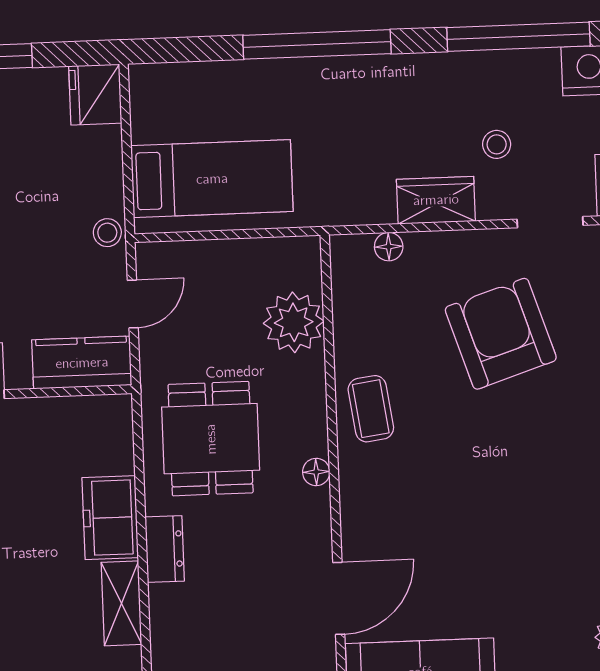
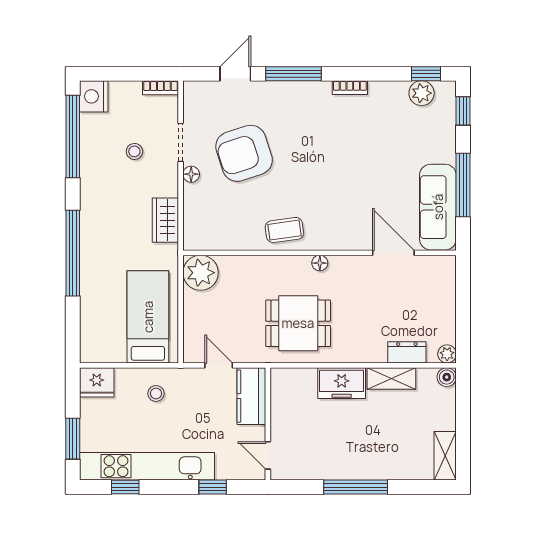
wardrobe: (436, 200) -> (165, 220), moved
doorway: (550, 222) -> (181, 142), moved
stool: (107, 233) -> (156, 393), moved
floor lamp: (389, 247) -> (191, 174), moved
plant: (294, 322) -> (201, 273), moved
dresser: (165, 549) -> (407, 352), moved

